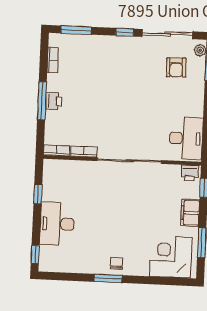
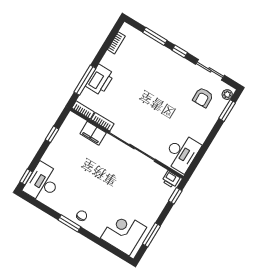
window: (76, 30) -> (155, 36), moved
sliding door: (167, 34) -> (210, 70), width x0.73
window: (42, 101) -> (85, 80), moved
printer: (53, 101) -> (100, 80), width x1.87, depth x1.48
filing cabinet: (190, 213) -> (93, 133), moved, turned -90
desk: (57, 224) -> (43, 183), moved

